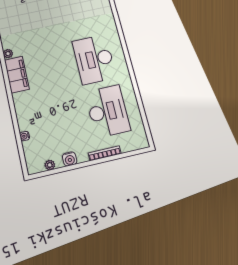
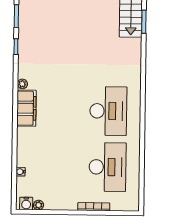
desk: (94, 59) -> (108, 111), turned 180
water cooler: (70, 159) -> (26, 204), moved

